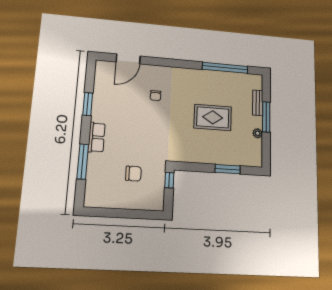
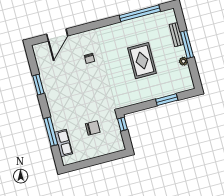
rug: (213, 117) -> (142, 61), turned 90
row of seats: (96, 137) -> (63, 143), moved

